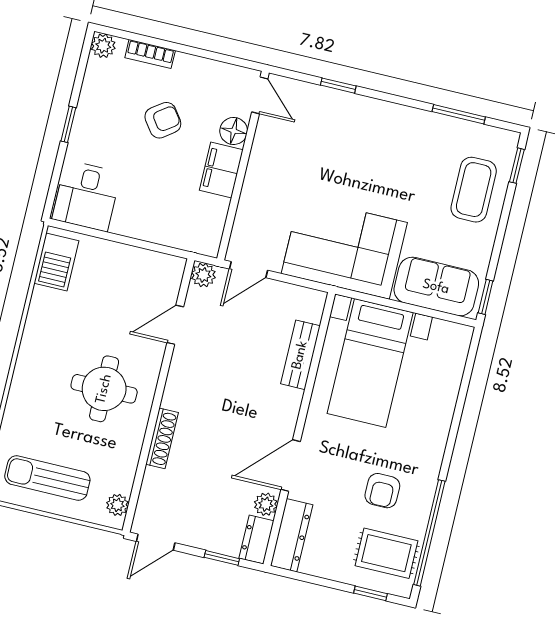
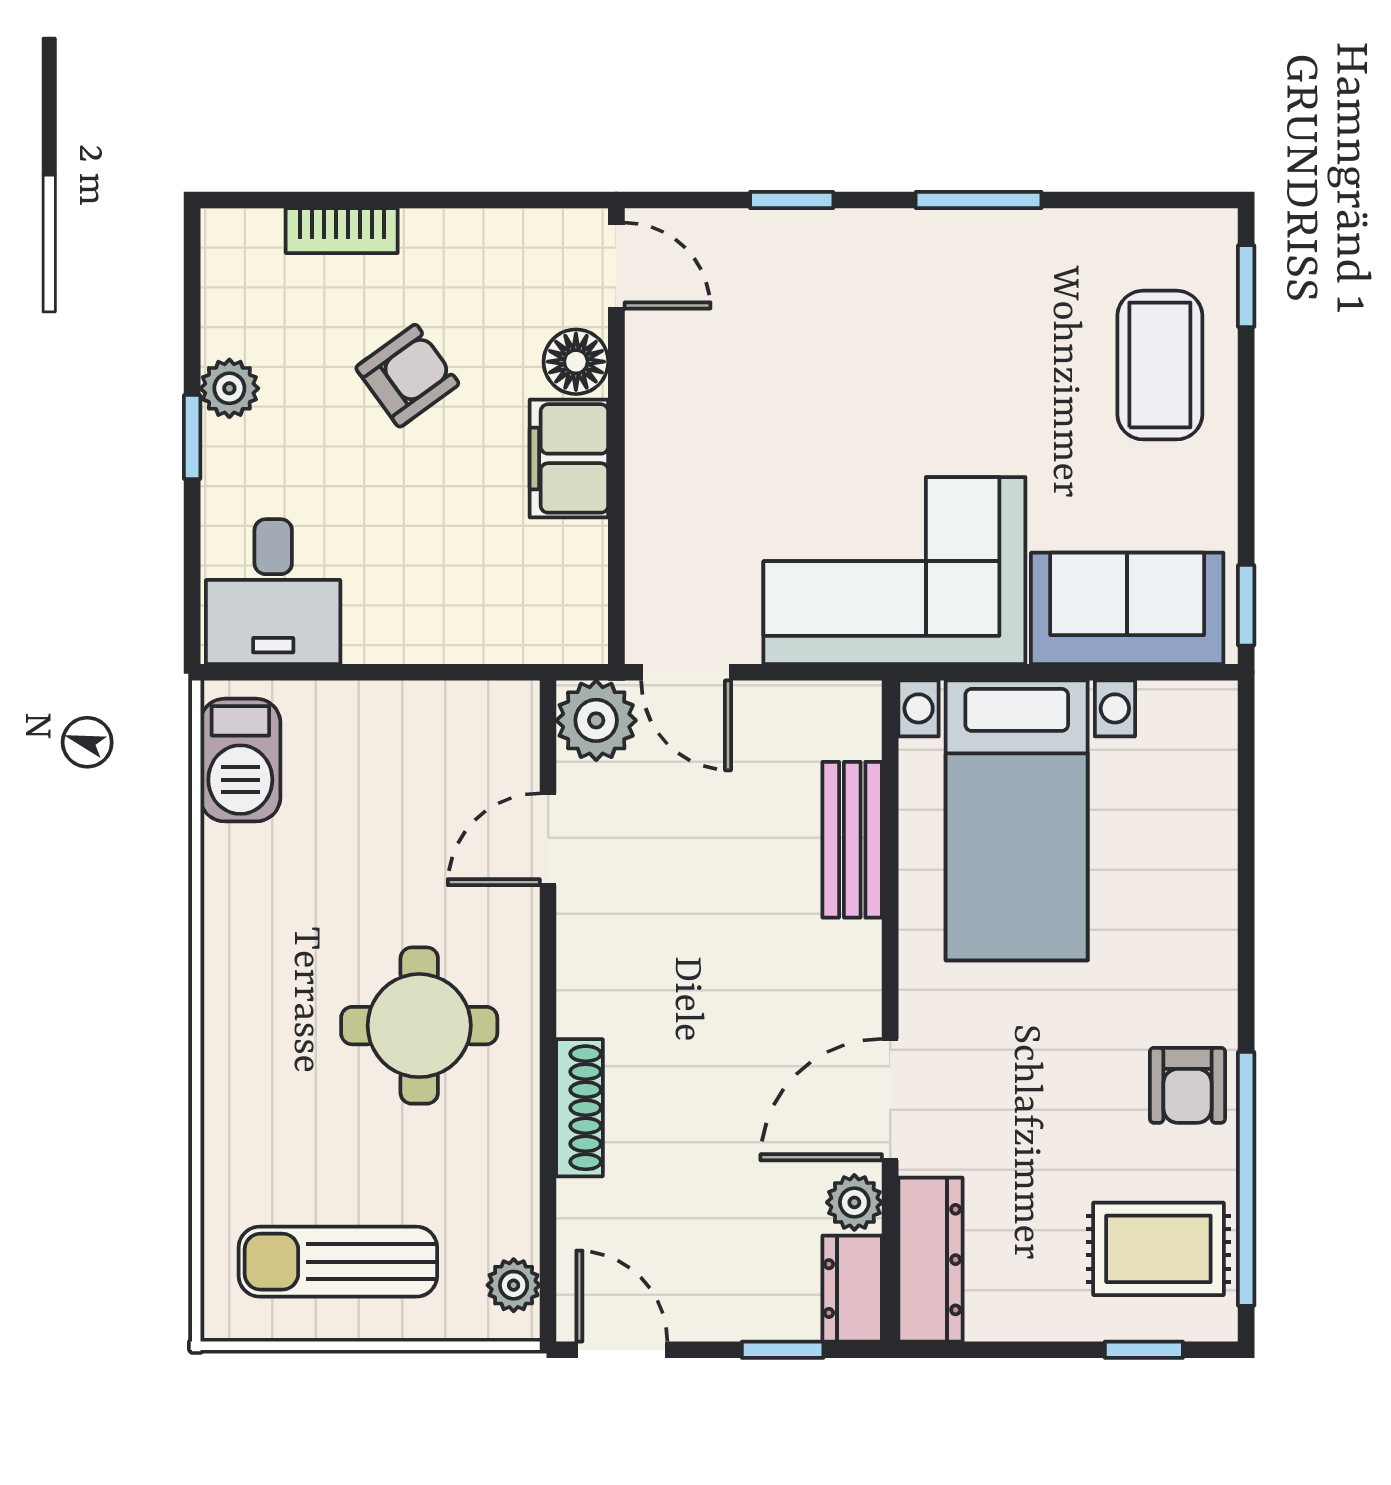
plant: (103, 46) -> (229, 388), moved
window: (459, 114) -> (979, 200), moved
door: (249, 270) -> (686, 672), hinge flipped
plant: (203, 275) -> (596, 720), width x1.38, depth x1.38
armchair: (382, 491) -> (1187, 1085), moved
door: (156, 542) -> (622, 1350), swing flipped

